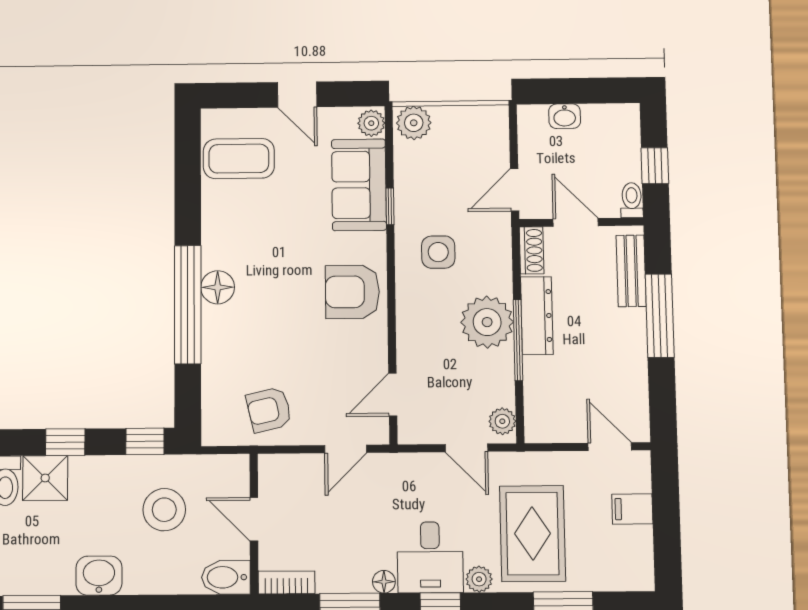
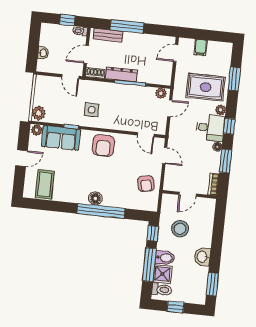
plant: (487, 322) -> (122, 94), removed
window: (65, 442) -> (149, 265), width x2.17
bidet: (226, 577) -> (165, 258), moved, turned -90

